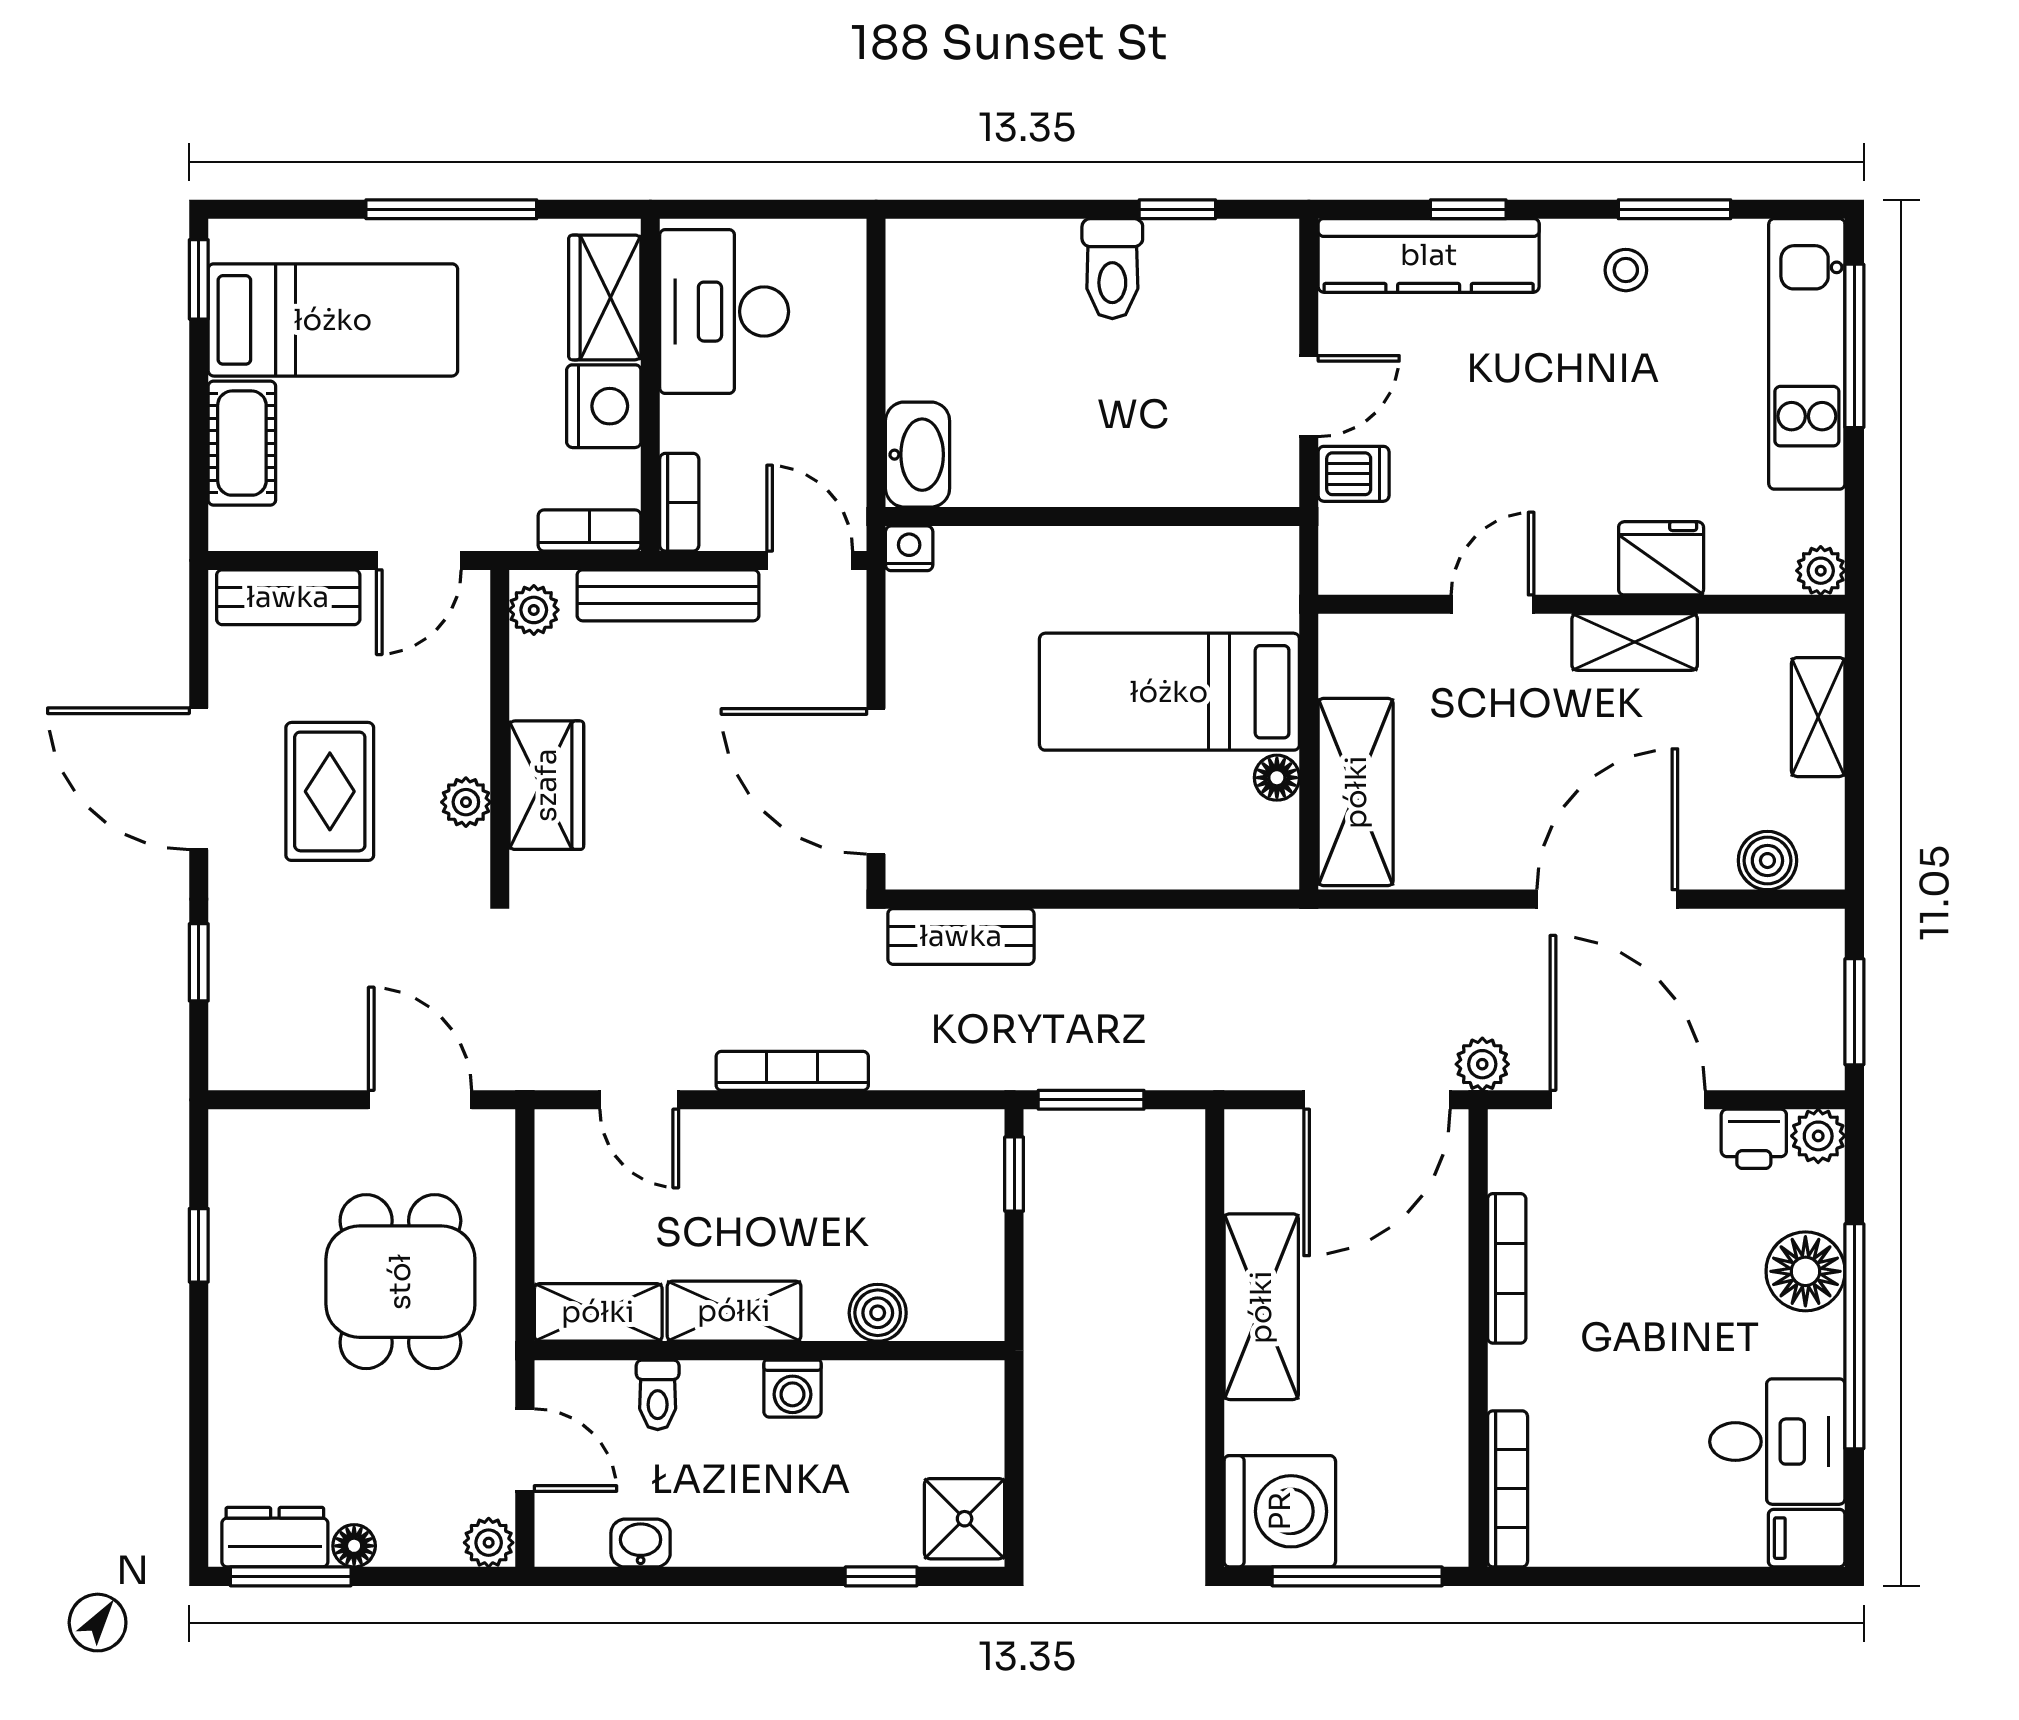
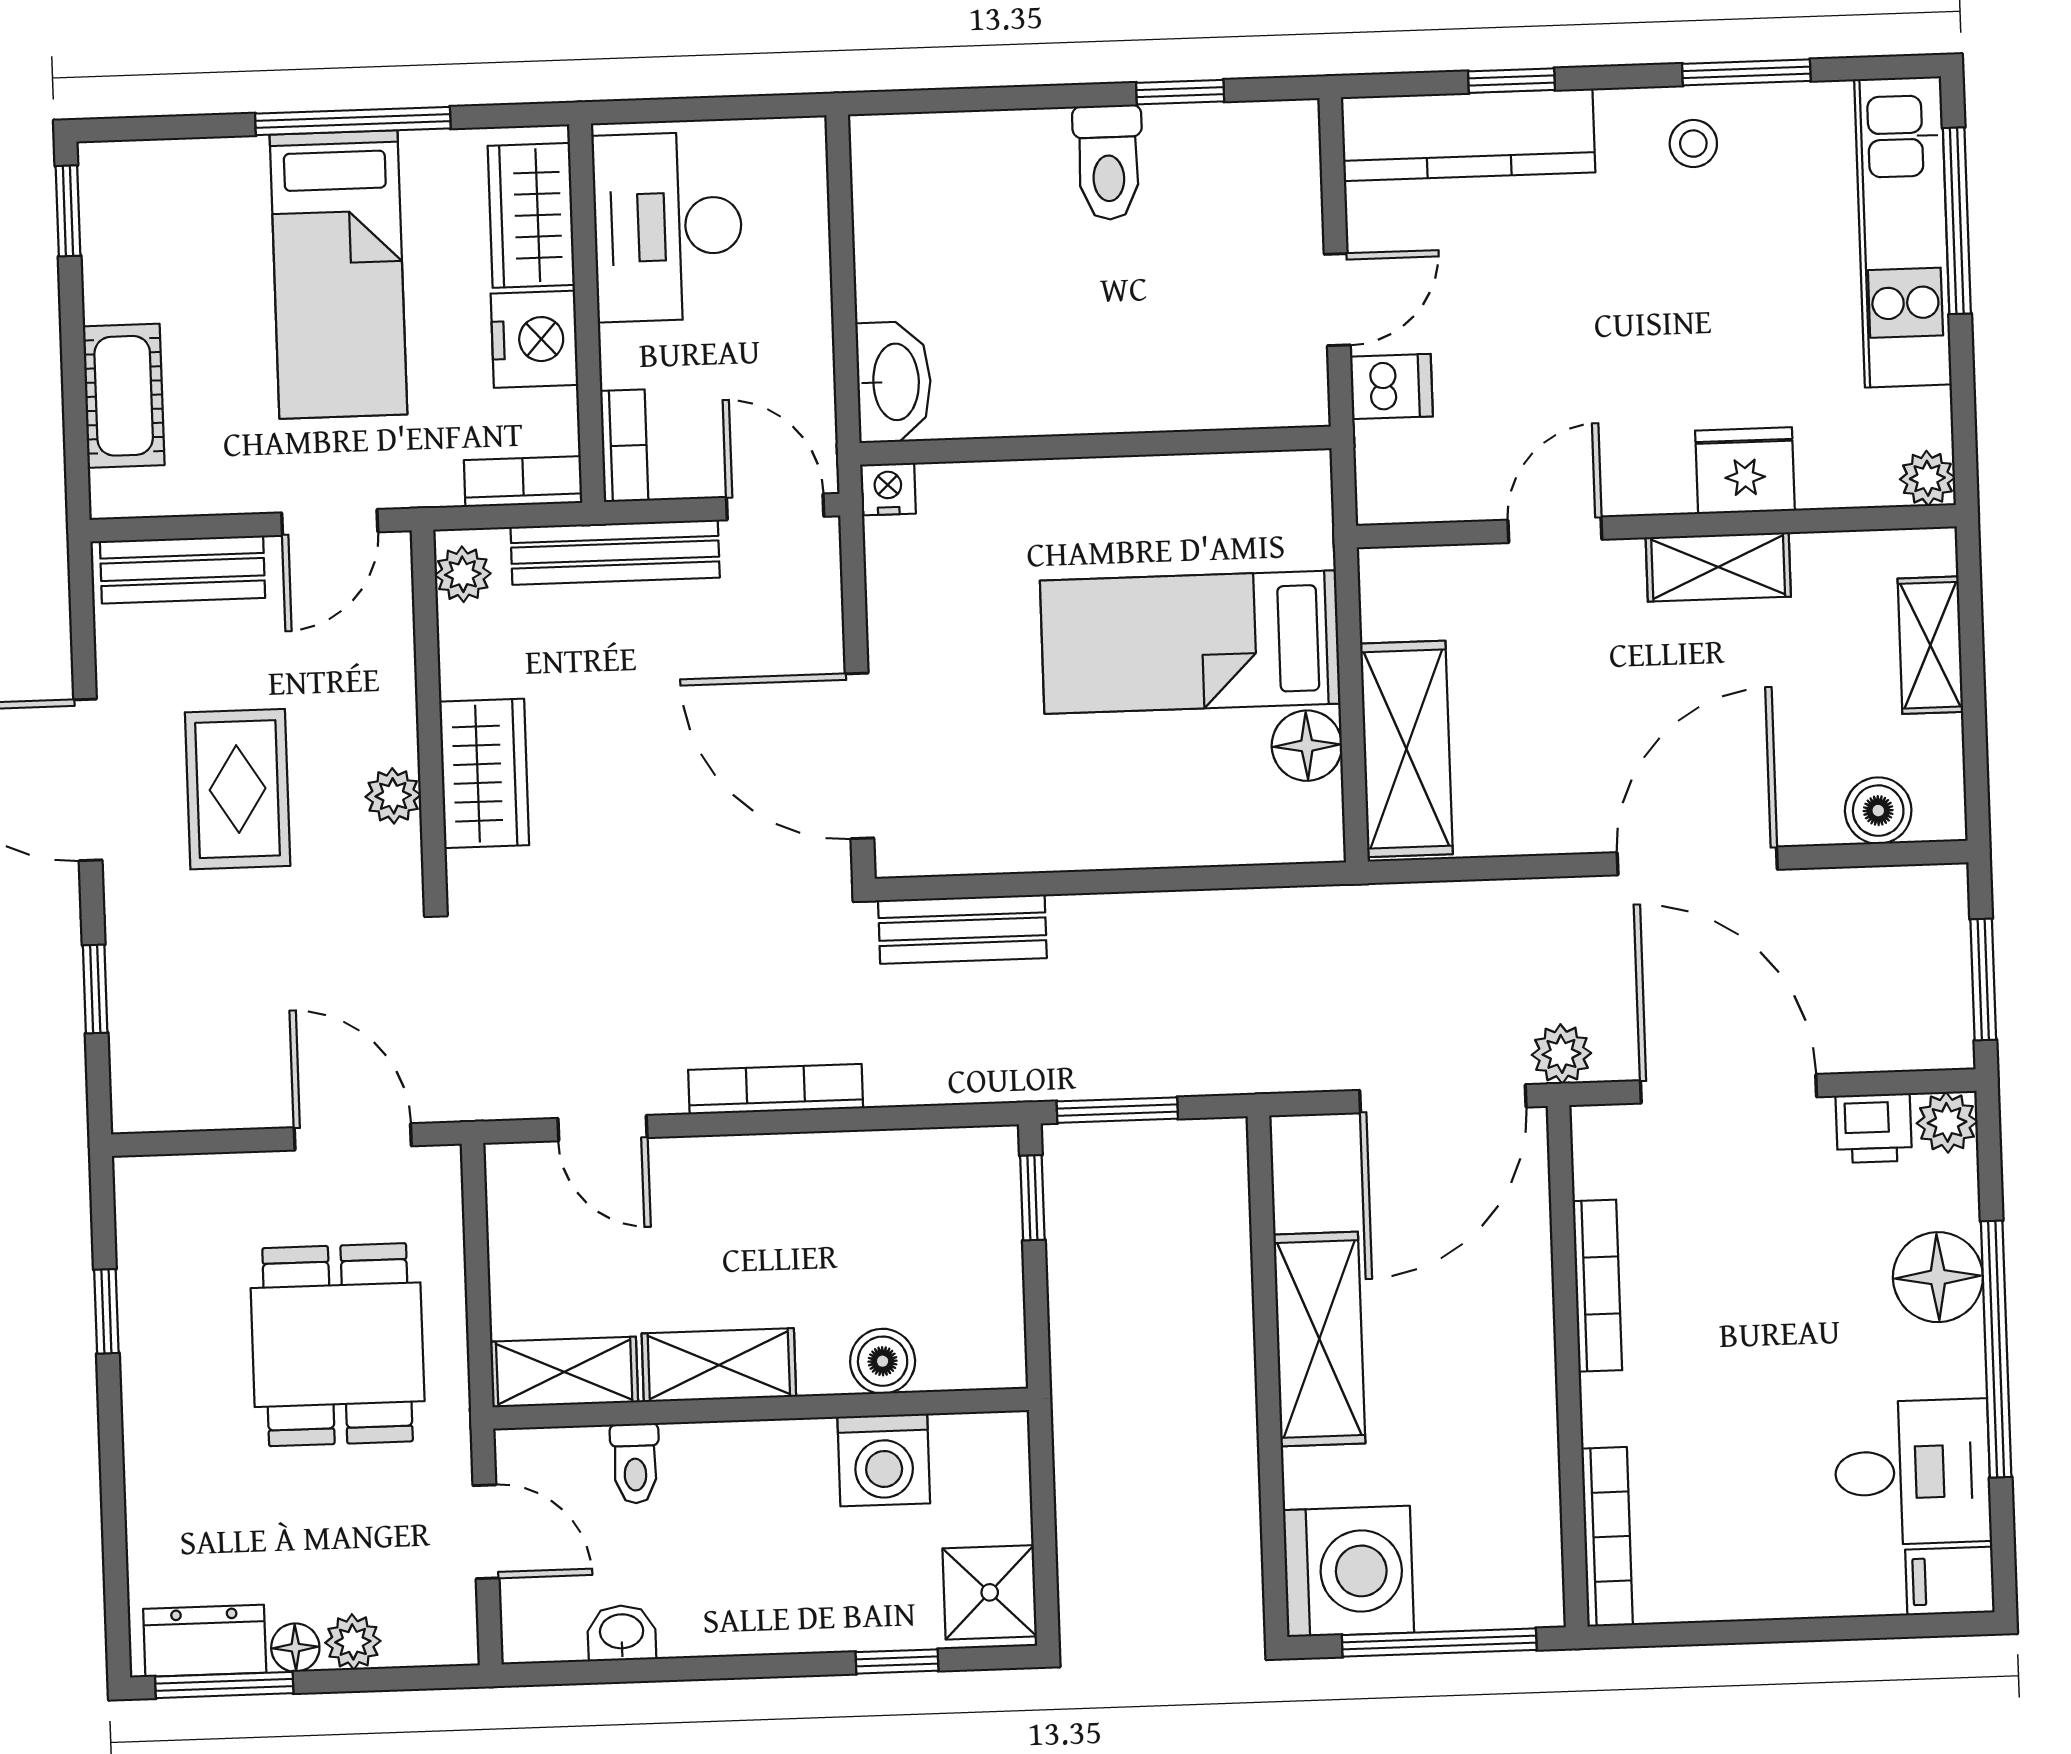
bed: (333, 320) -> (338, 274), moved, turned 90
floor lamp: (1277, 778) -> (1307, 746), width x1.37, depth x1.37
washing machine: (792, 1389) -> (884, 1460), moved, width x1.38, depth x1.38
plant: (489, 1543) -> (353, 1642), moved

